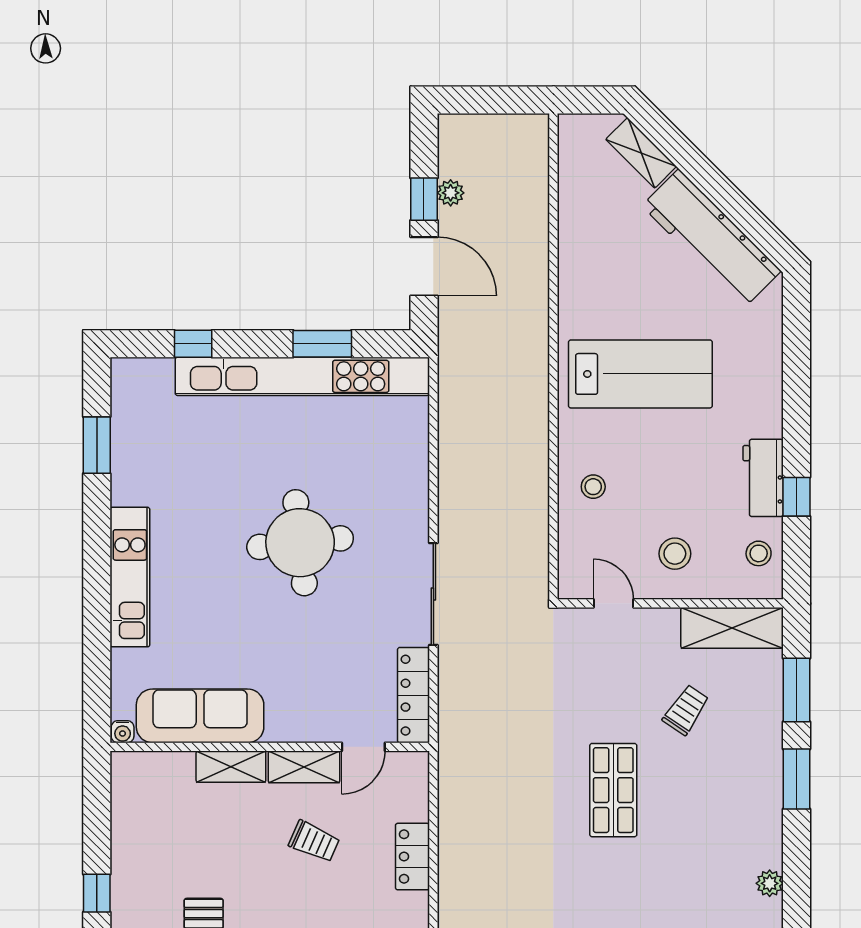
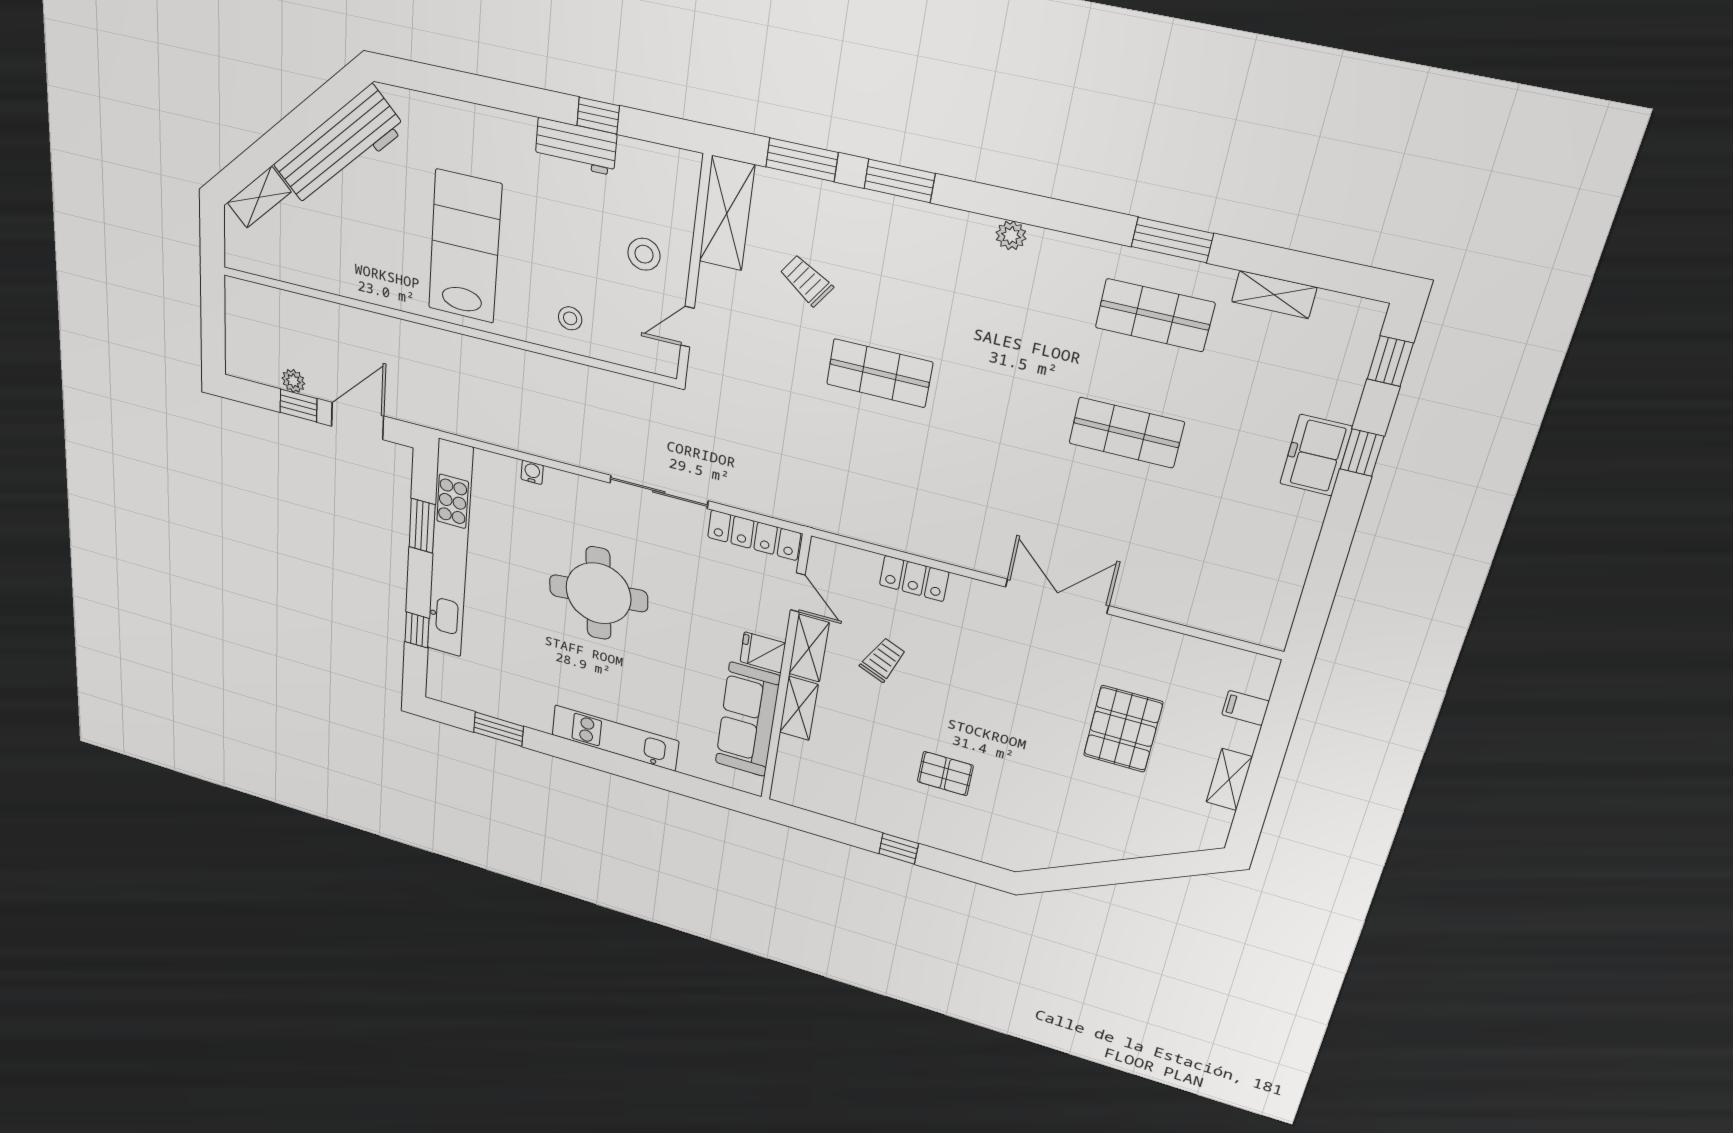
stool: (759, 553) -> (653, 168), removed
fridge: (285, 721) -> (763, 652), added
water cooler: (123, 732) -> (532, 472), moved, turned -90

